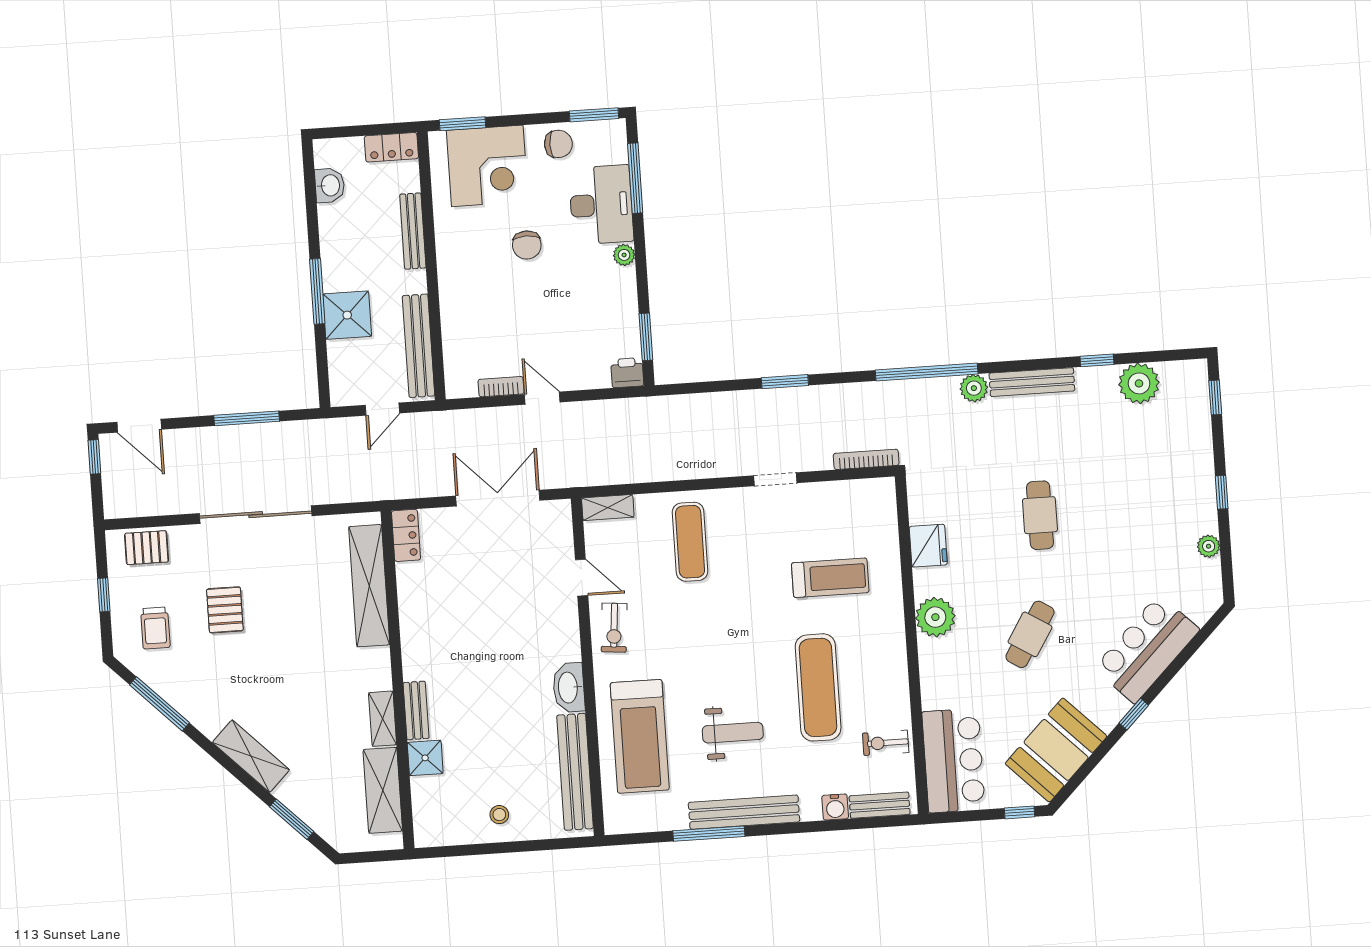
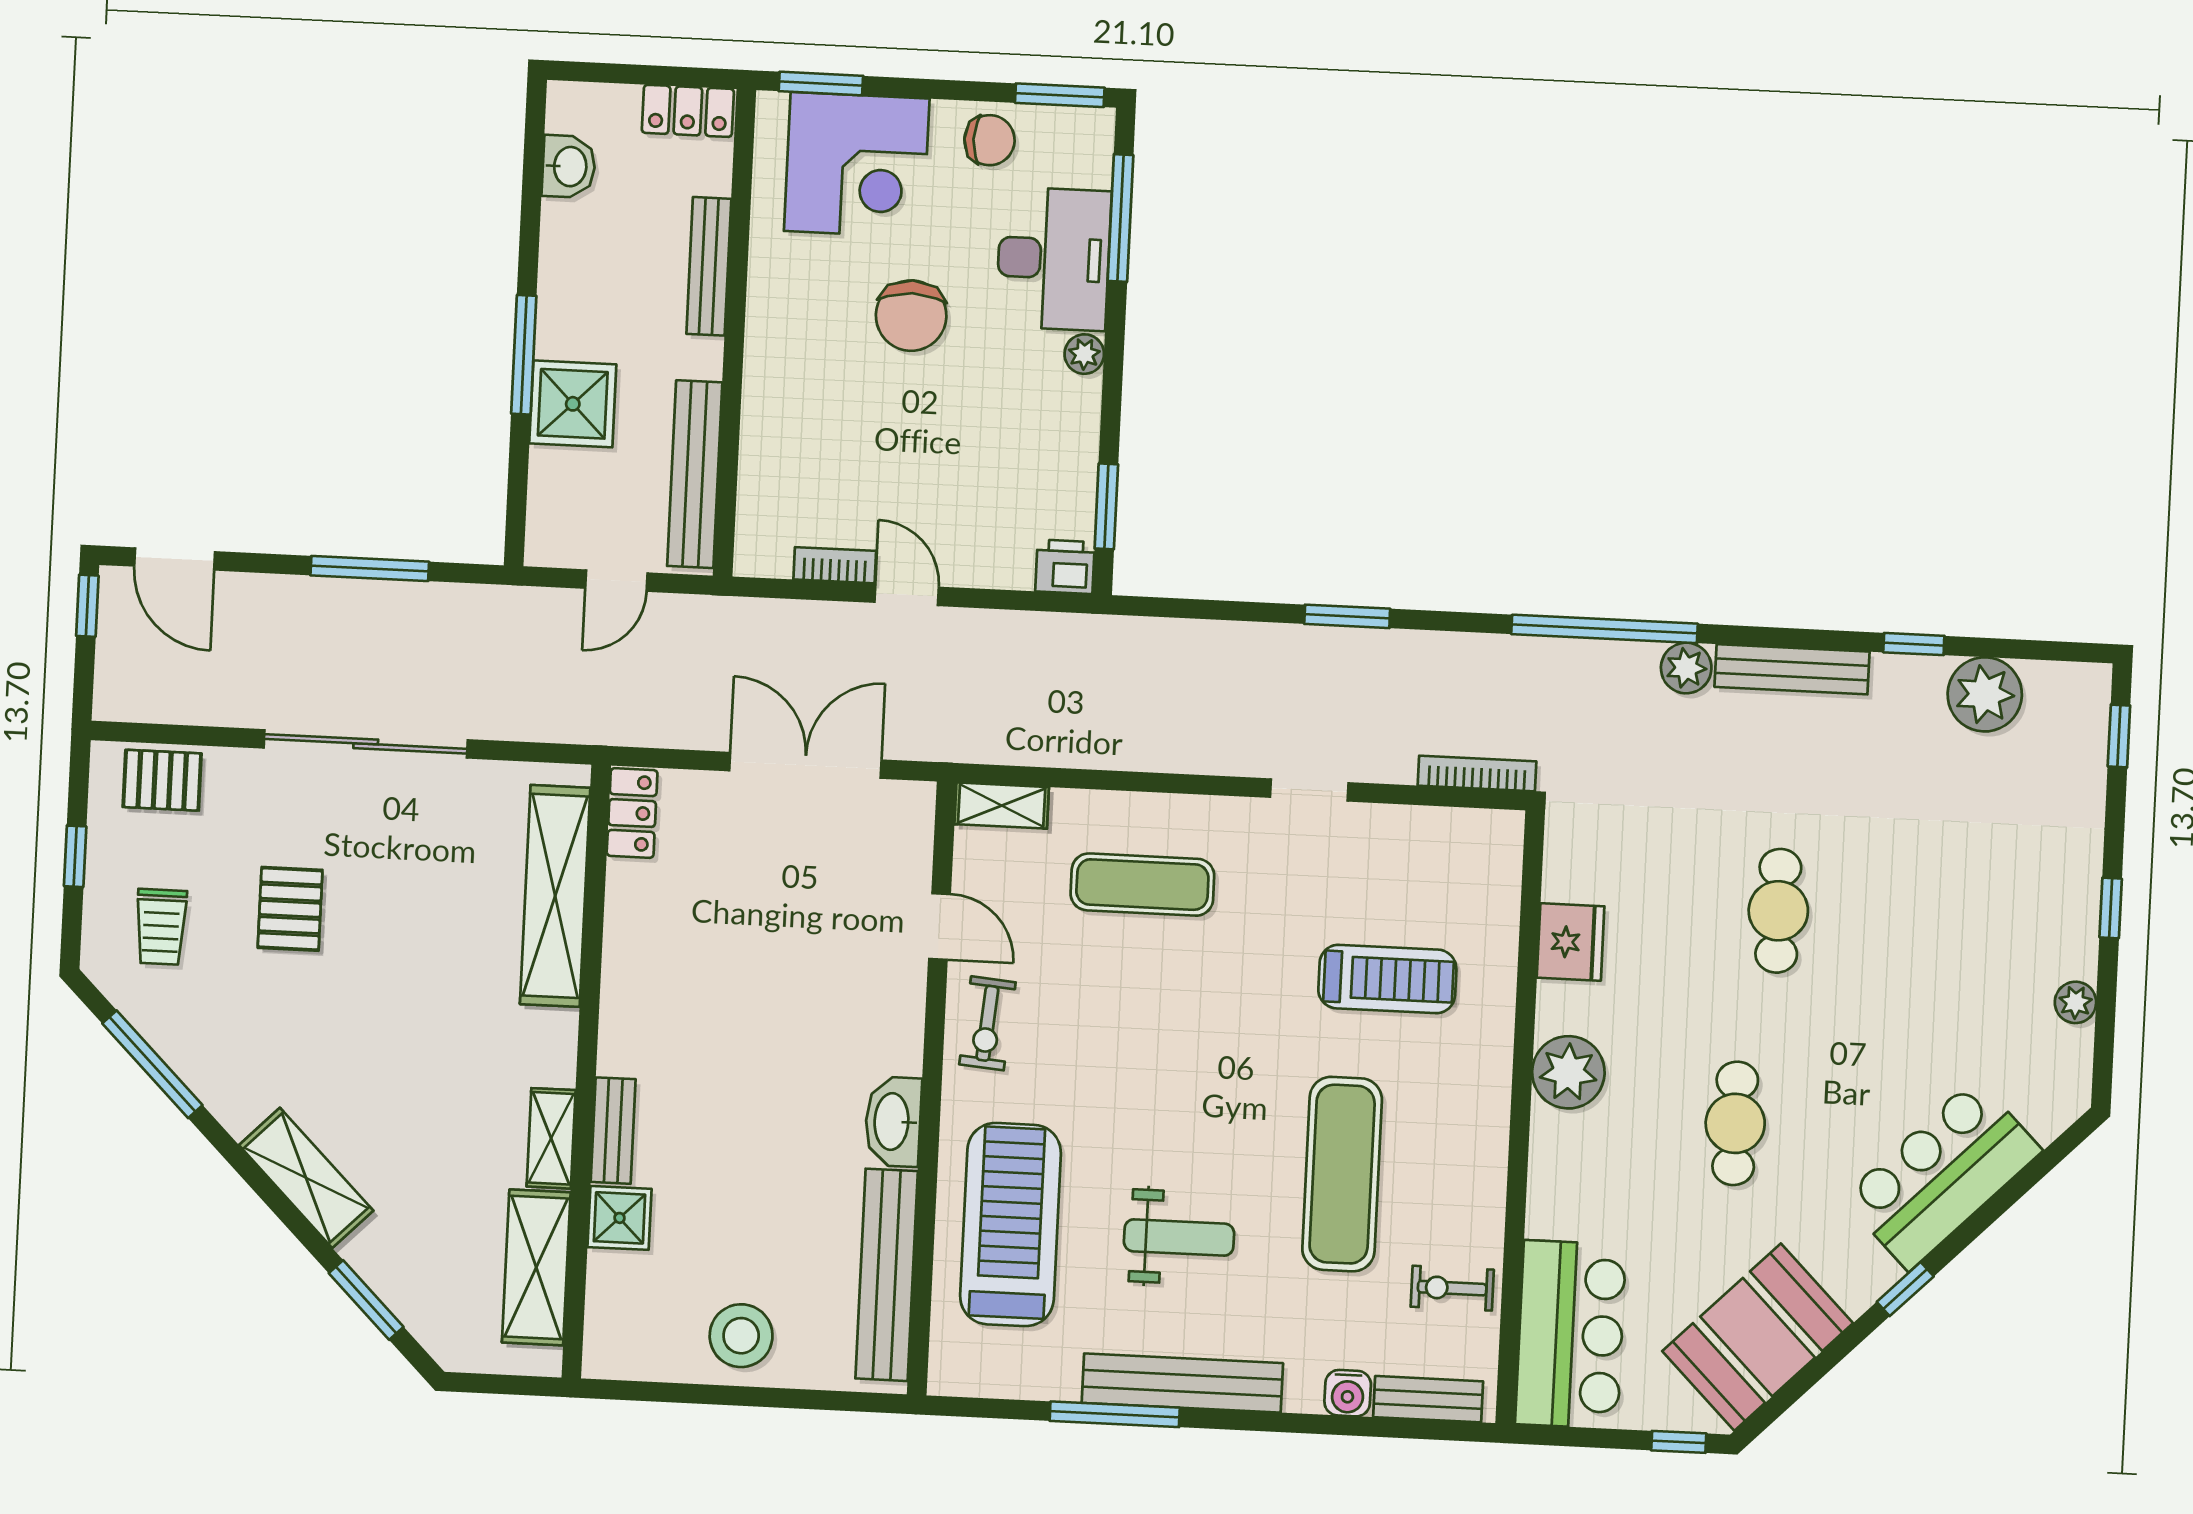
chair: (527, 245) -> (911, 316), width x1.37, depth x1.37
exercise mat: (690, 542) -> (1142, 885), turned 90
cafe table: (1030, 634) -> (1735, 1123), turned -32
treadmill: (640, 736) -> (1011, 1225), turned 180
stool: (499, 815) -> (741, 1336), width x1.89, depth x1.89

